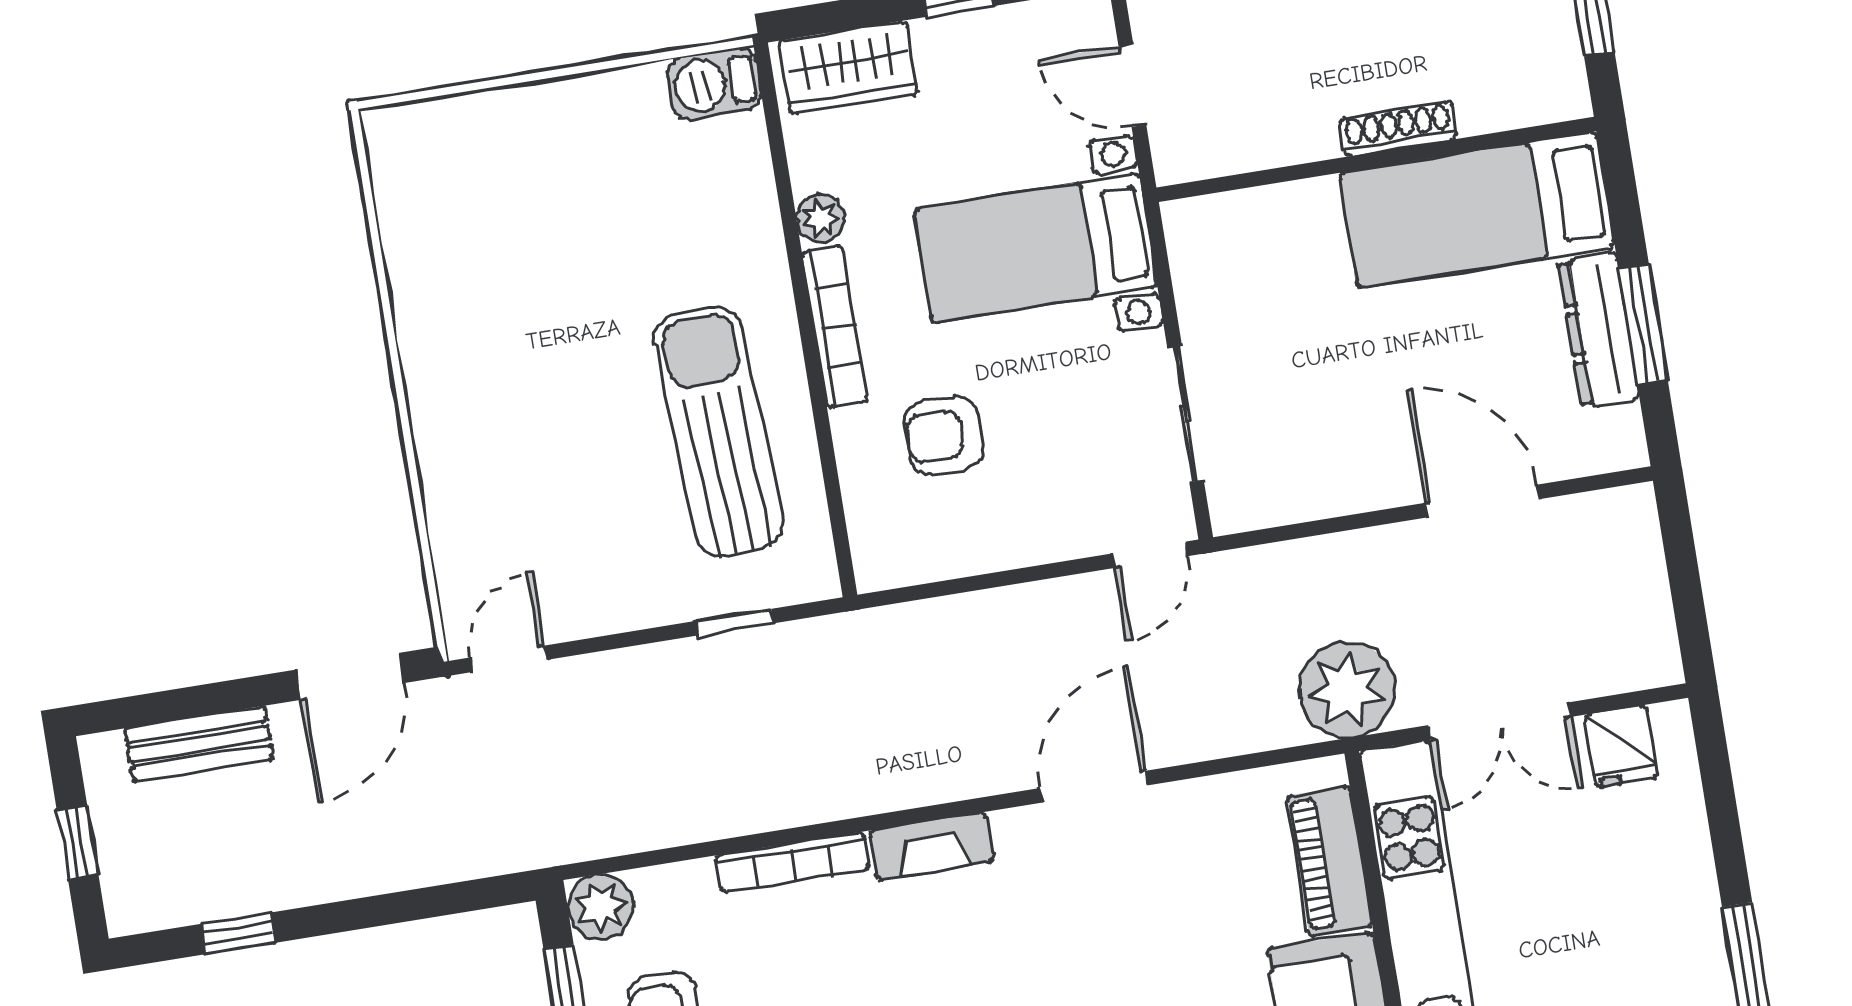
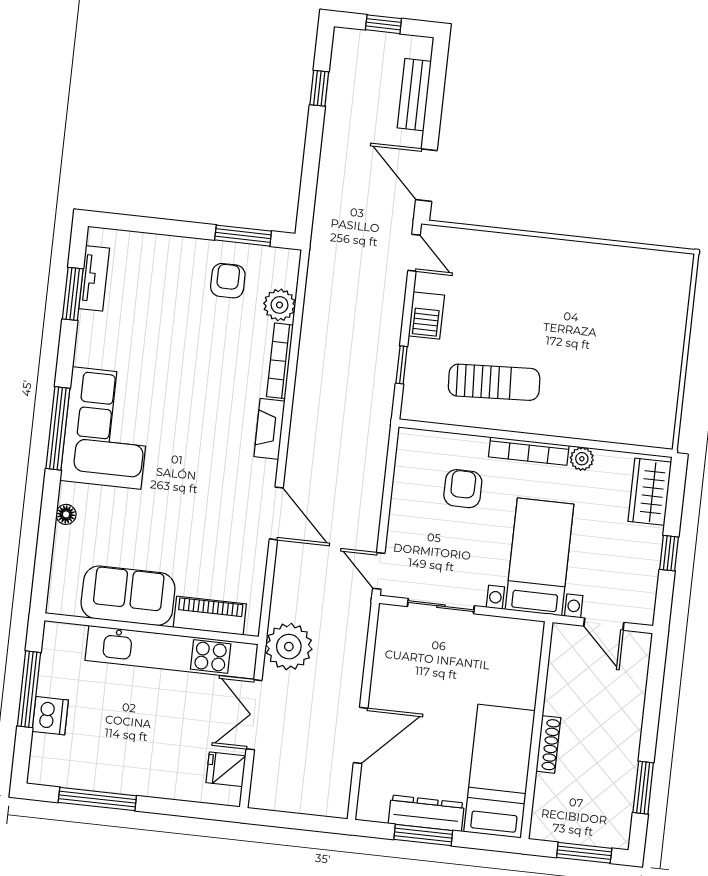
barbecue: (714, 84) -> (426, 315), moved, turned 180
door: (1132, 85) -> (604, 624), swing flipped
sun lounger: (719, 432) -> (494, 382), width x0.73, depth x0.75
plant: (601, 907) -> (280, 305), moved

